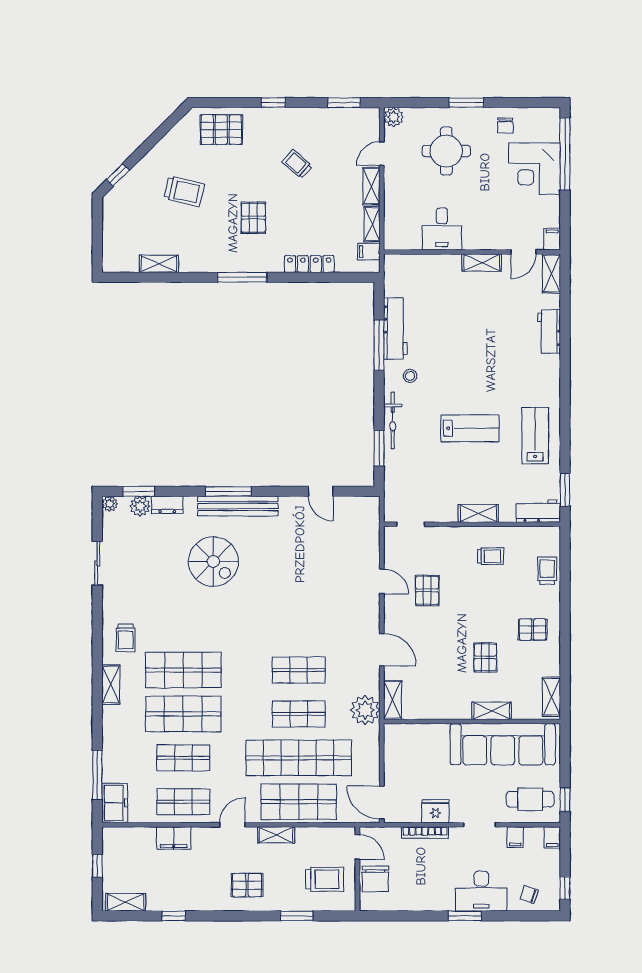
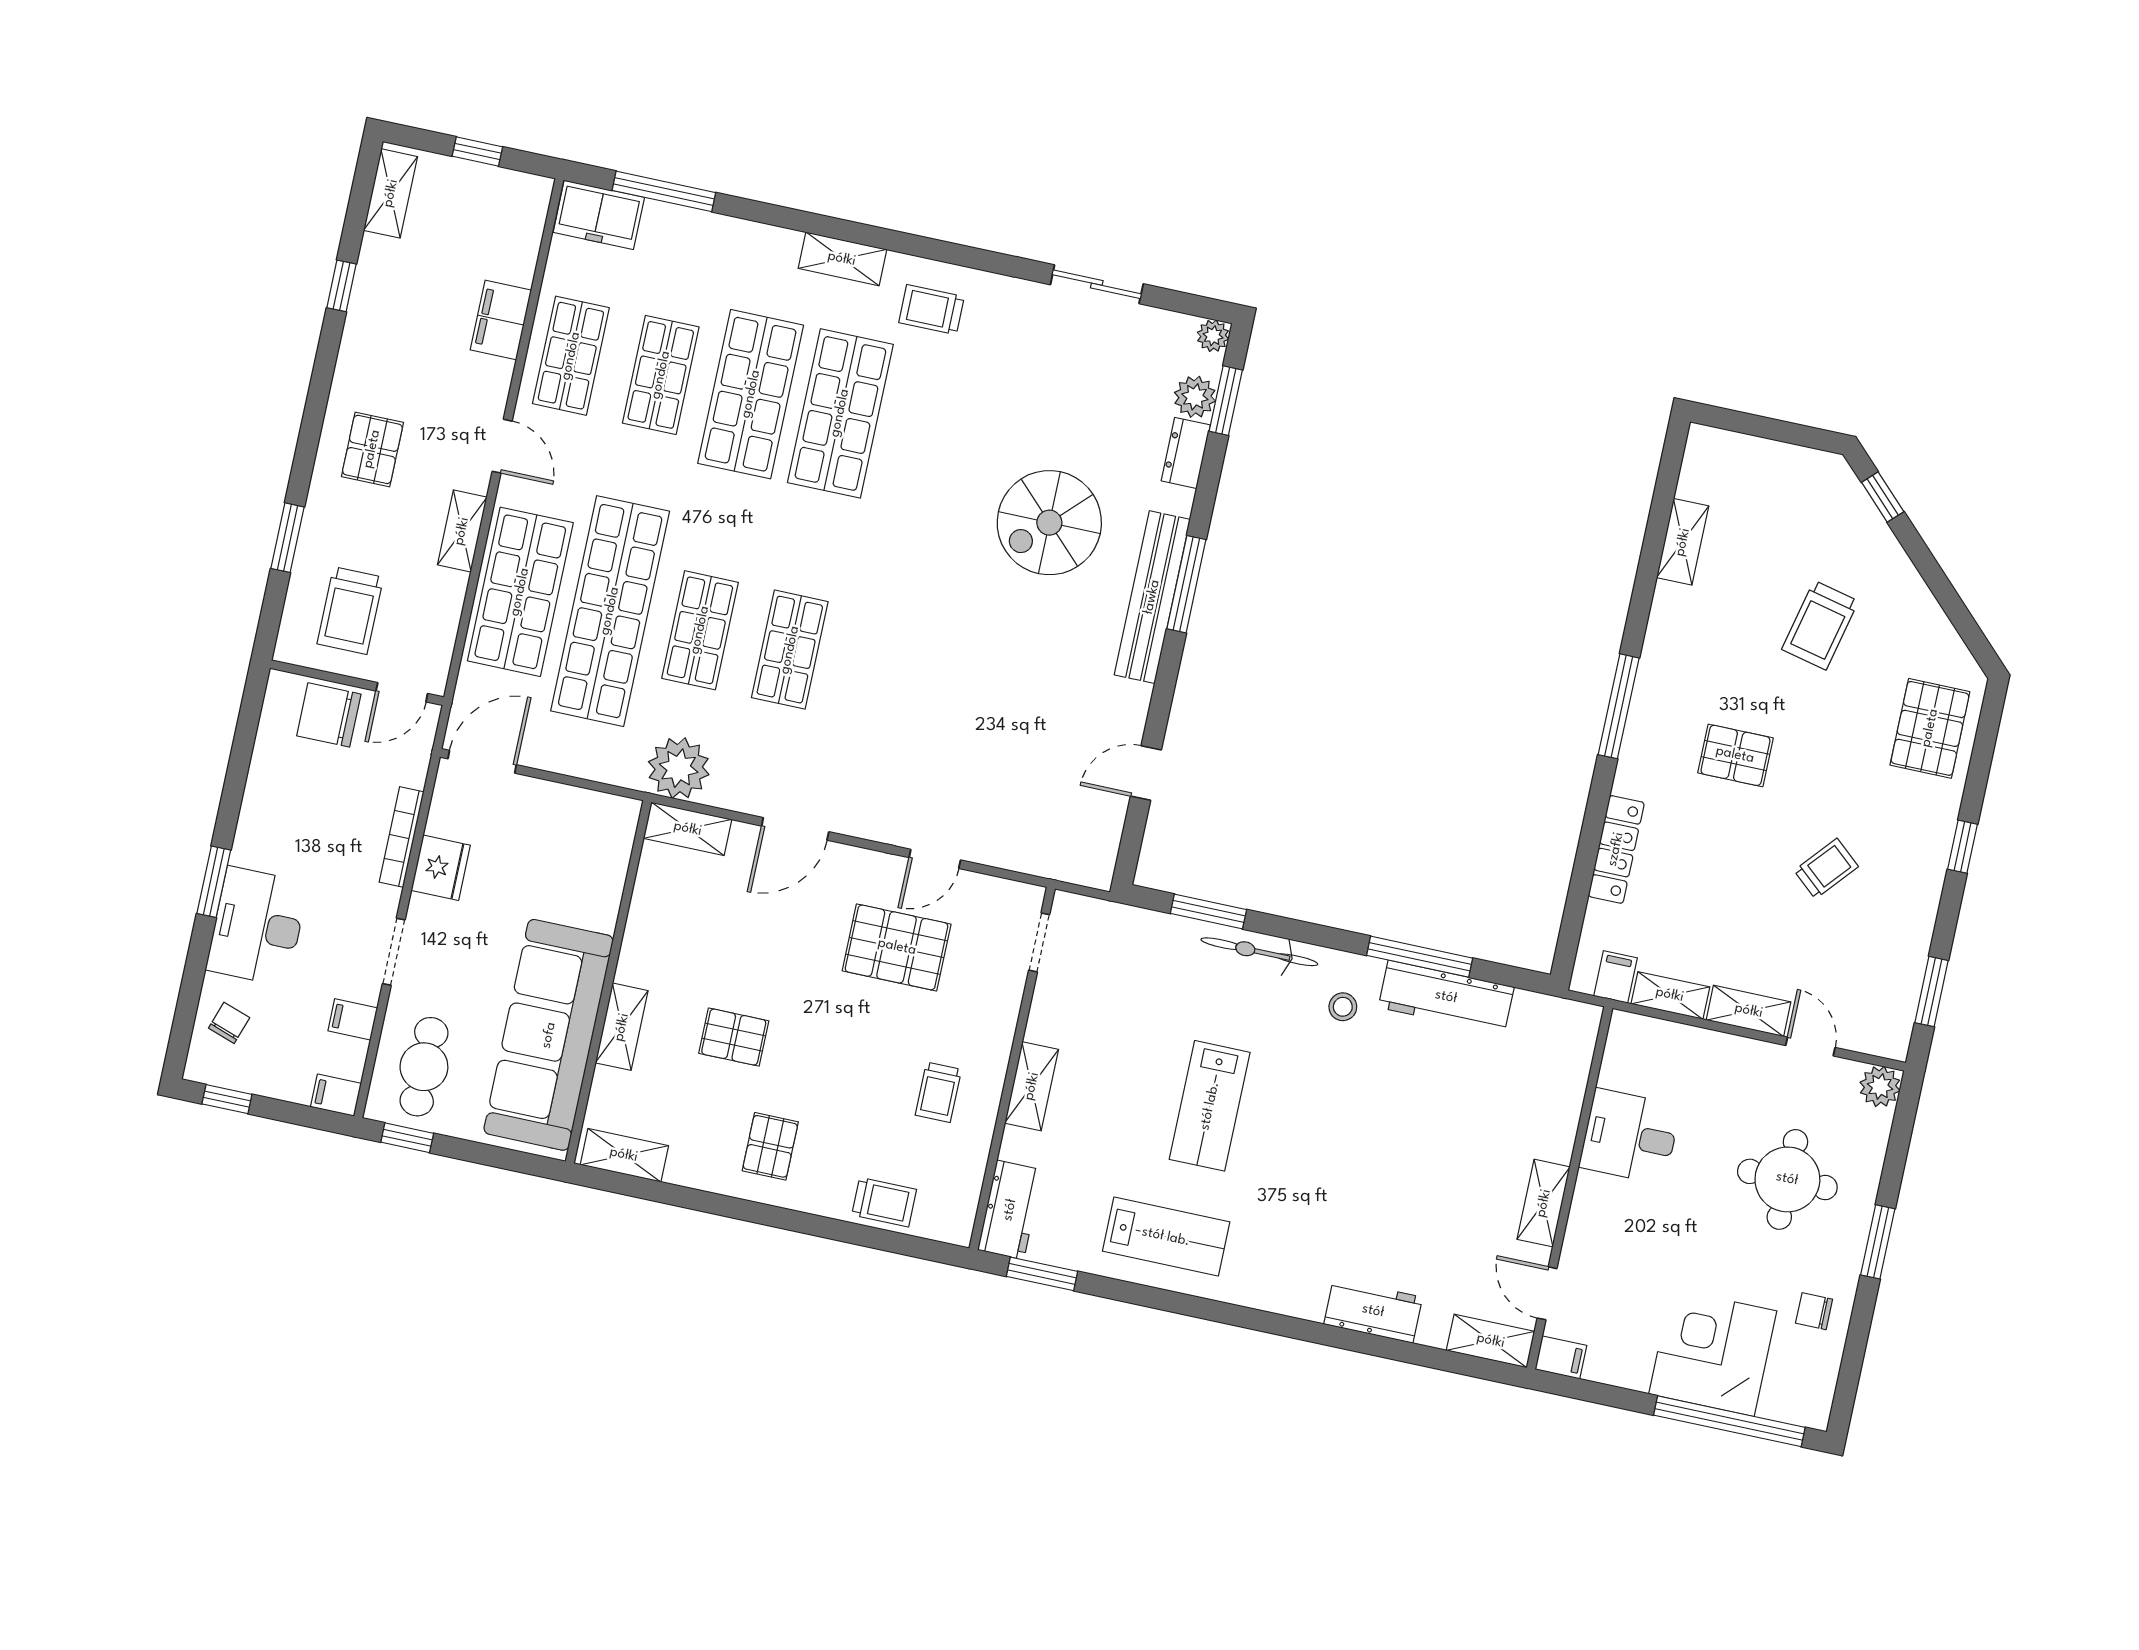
pallet: (427, 590) -> (897, 947), width x1.50, depth x1.42

